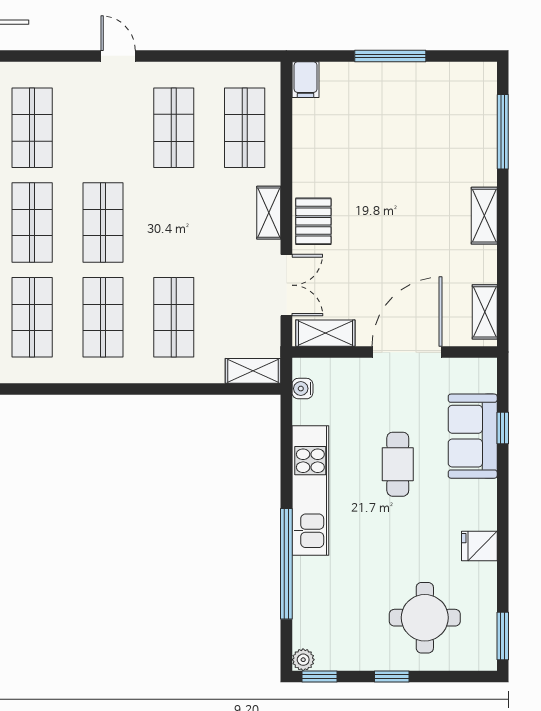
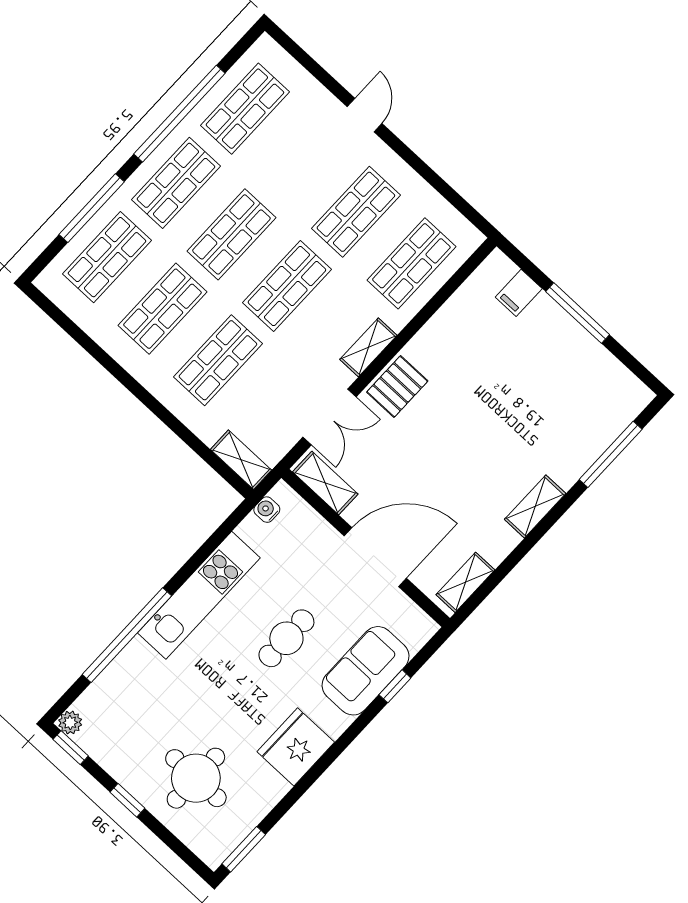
filing cabinet: (306, 80) -> (519, 293), moved
shop shelf: (174, 223) -> (287, 286), added
fridge: (479, 546) -> (296, 747), width x1.88, depth x1.34

